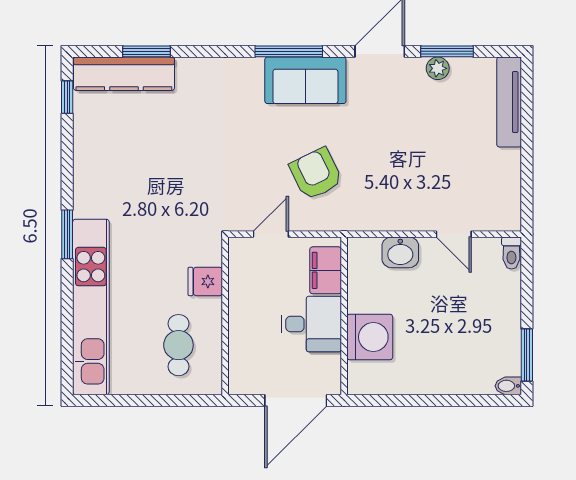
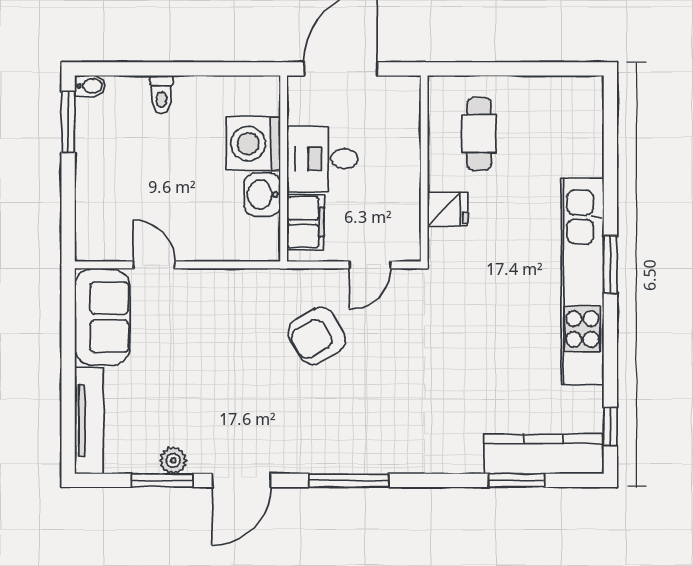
sofa: (305, 80) -> (102, 317), moved, turned 90
armchair: (316, 174) -> (317, 336), turned 86
washbasin: (400, 252) -> (262, 195), moved, turned -90
toilet: (511, 253) -> (161, 94), moved, turned 180
kitchen unit: (91, 307) -> (582, 281), moved

